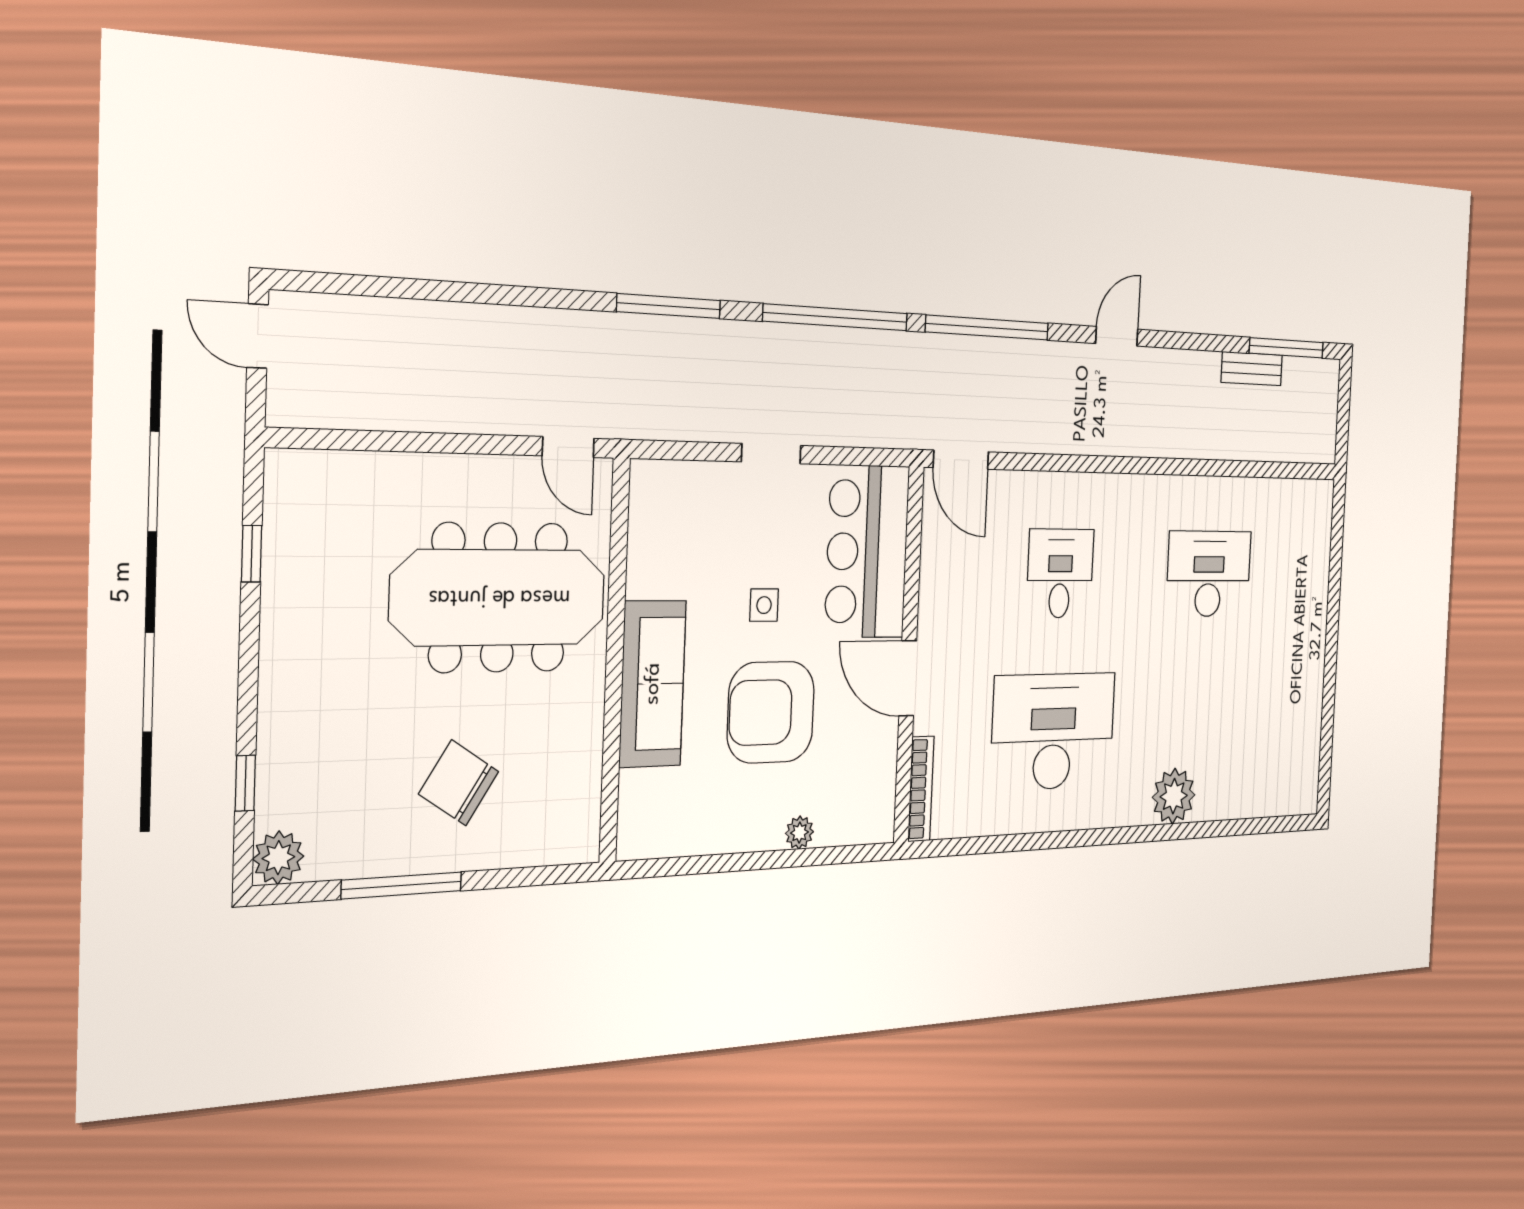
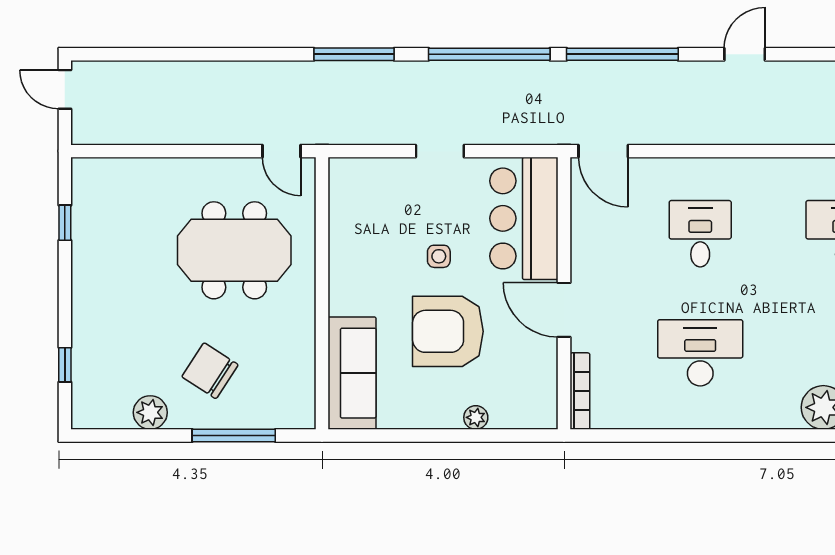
meeting table: (499, 597) -> (234, 250), width x0.73
sofa: (653, 684) -> (352, 373), moved
desk: (1053, 731) -> (700, 353), width x0.73, depth x0.77
plant: (278, 858) -> (150, 412), moved
window: (402, 885) -> (234, 435), moved

